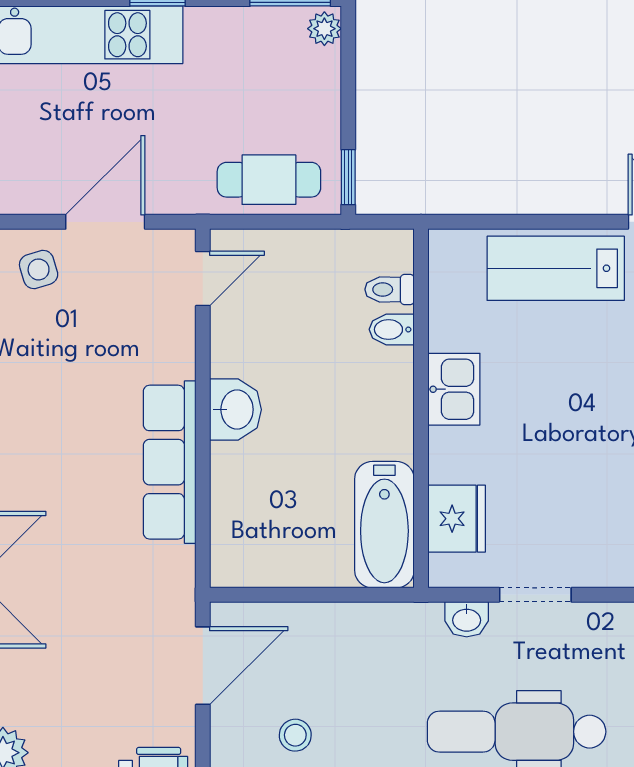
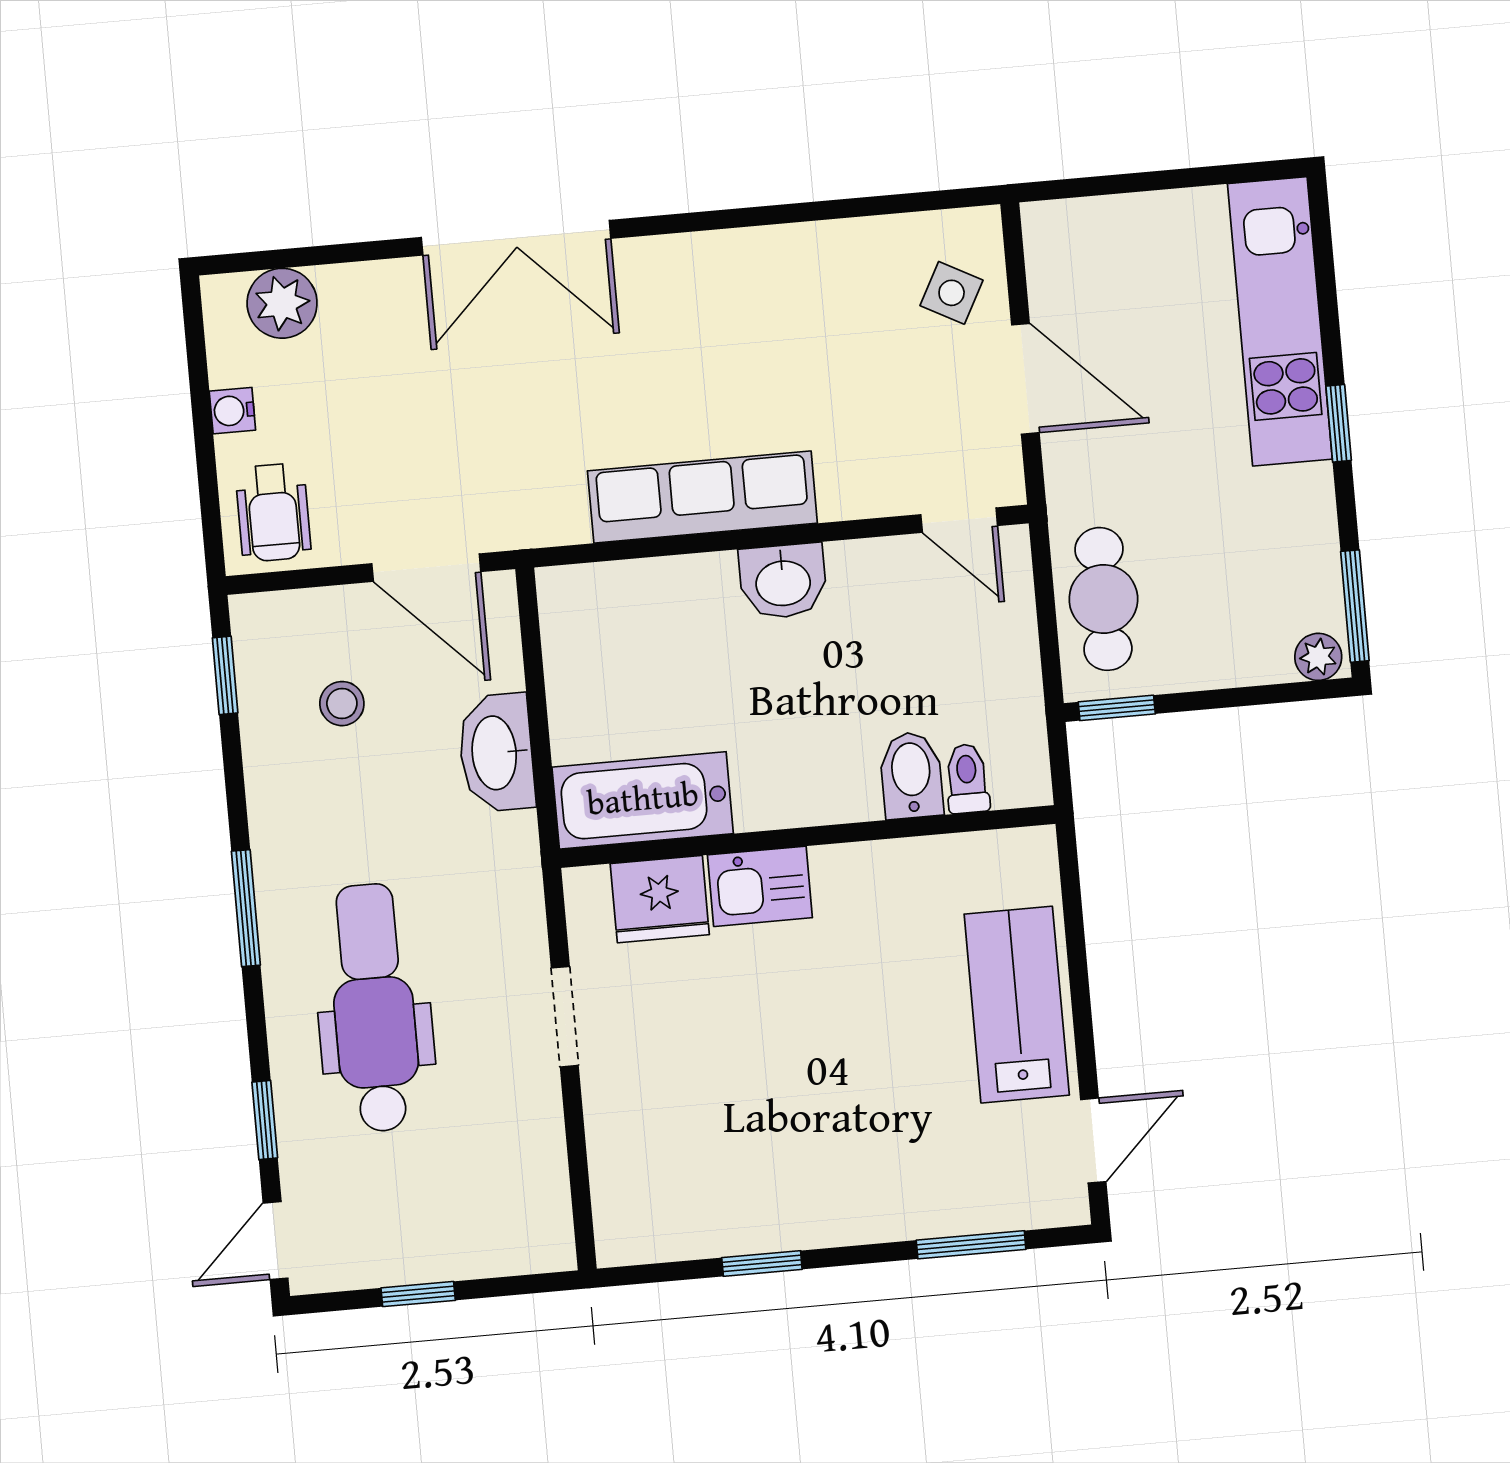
side table: (39, 269) -> (952, 293), turned 45
bidet: (392, 329) -> (911, 775), width x1.38, depth x1.36
kitchen sink: (454, 389) -> (760, 886), moved
washbasin: (467, 619) -> (496, 753), moved, width x1.91, depth x1.45

